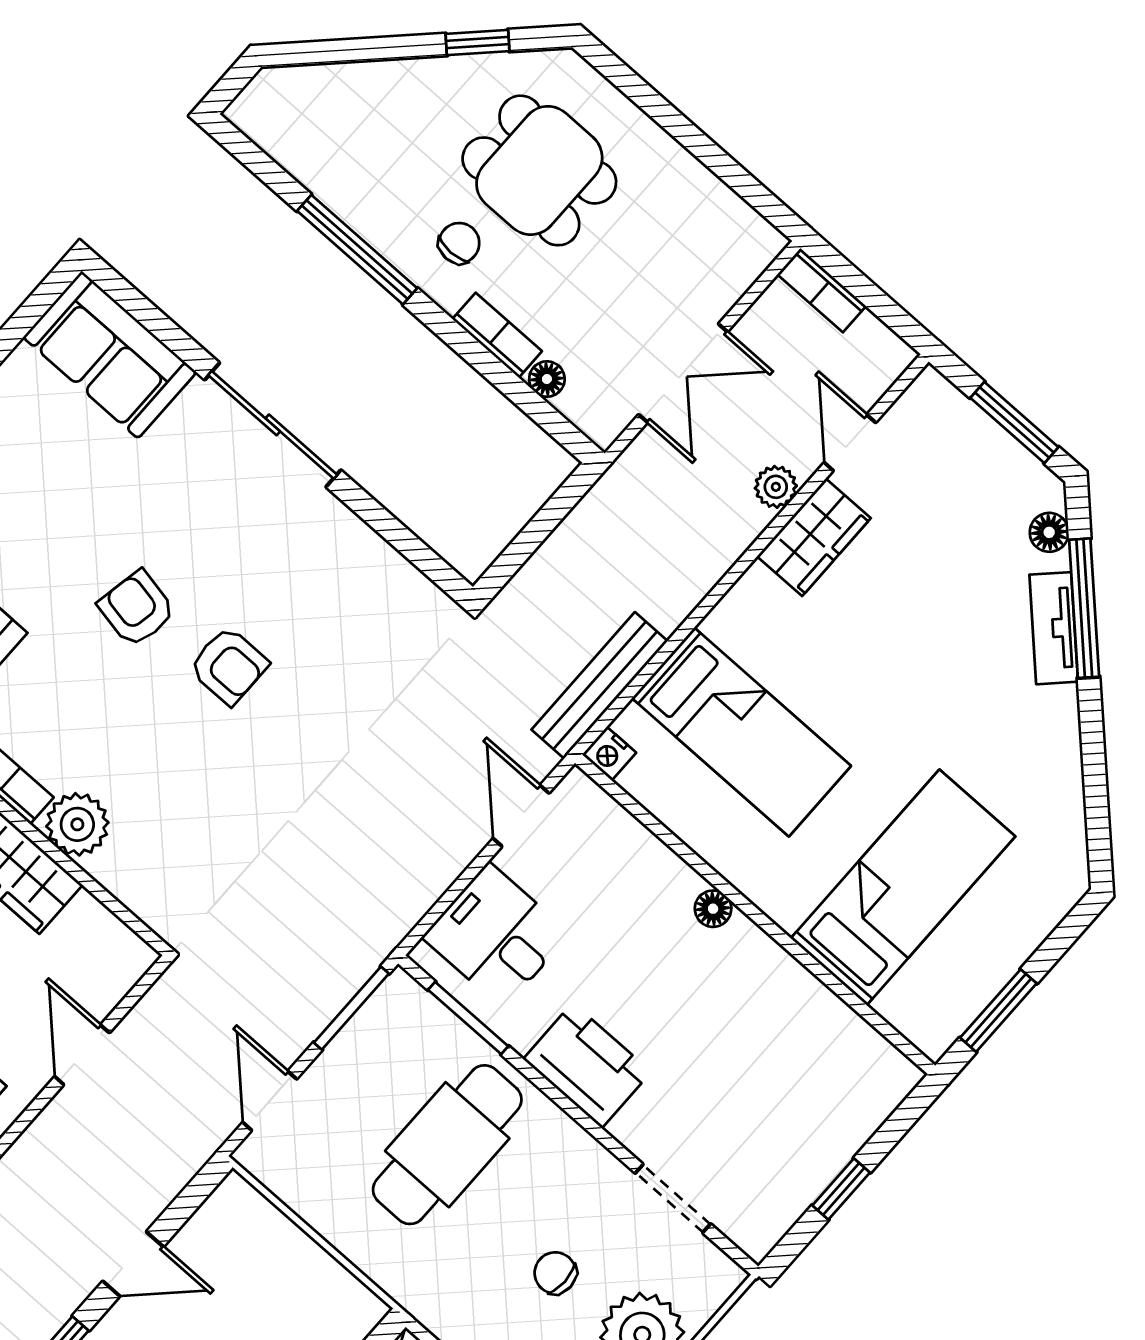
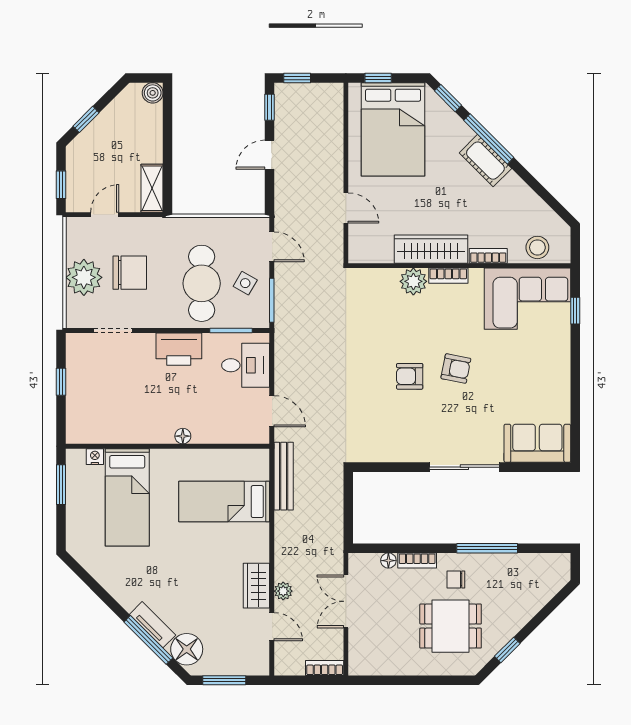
chair: (459, 243) -> (456, 580), turned 90
floor lamp: (1049, 532) -> (187, 649), width x1.89, depth x1.89
nightstand: (609, 754) -> (95, 457), moved
side table: (371, 1078) -> (245, 283), added
chair: (555, 1273) -> (130, 273), width x1.87, depth x1.87

